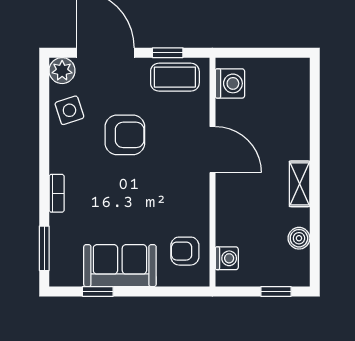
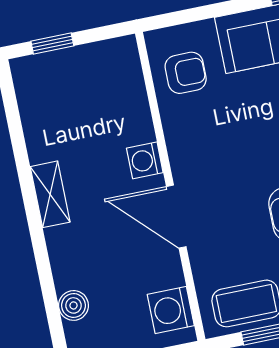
boiler: (299, 238) -> (74, 305), moved
washing machine: (227, 258) -> (145, 160), moved

